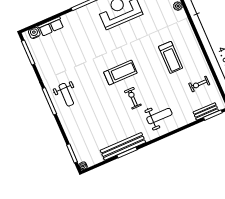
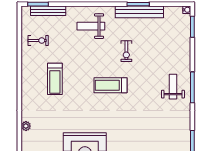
treadmill: (171, 57) -> (55, 79), turned 180
exercise bike: (133, 98) -> (126, 51), moved
bench: (206, 111) -> (48, 11), width x1.36

